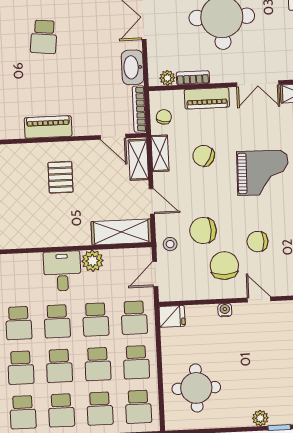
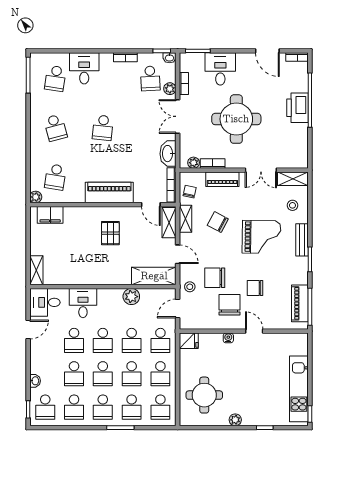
piano: (48, 127) -> (109, 193), width x1.37, depth x1.33
desk: (62, 271) -> (83, 303), moved
plant: (260, 418) -> (235, 420), moved

